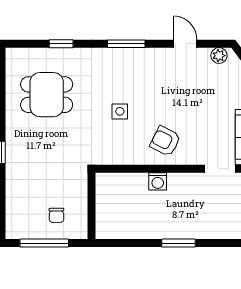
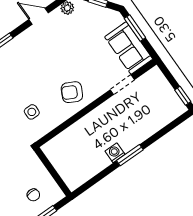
side table: (120, 111) -> (32, 112), moved
washing machine: (158, 181) -> (115, 153), moved, turned 180

